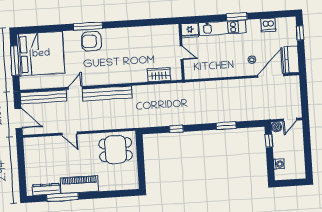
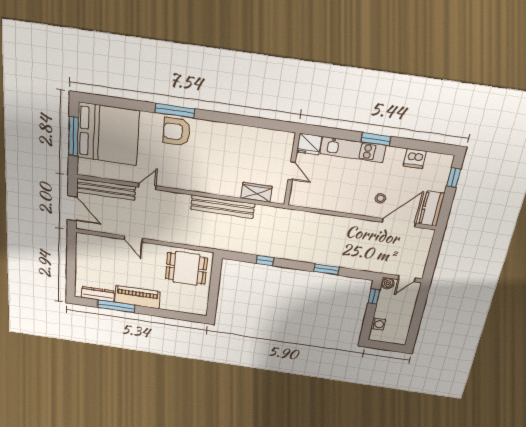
bench: (107, 93) -> (223, 207), moved

